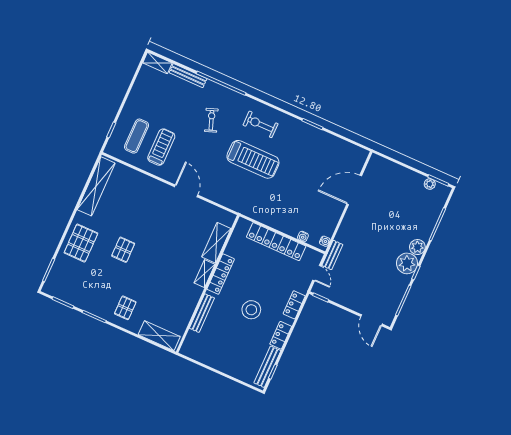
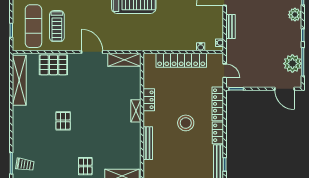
exercise mat: (137, 136) -> (33, 26), width x1.36, depth x1.45
treadmill: (161, 147) -> (57, 26), turned 180
pallet: (81, 243) -> (53, 65), moved, turned 90
shelving: (216, 243) -> (124, 60), moved, turned 90
bench: (332, 255) -> (230, 26), moved
plant: (407, 263) -> (292, 64), moved
locker: (221, 274) -> (149, 100), width x0.66
trolley: (62, 278) -> (25, 165), added
locker: (294, 305) -> (218, 104), width x1.53

